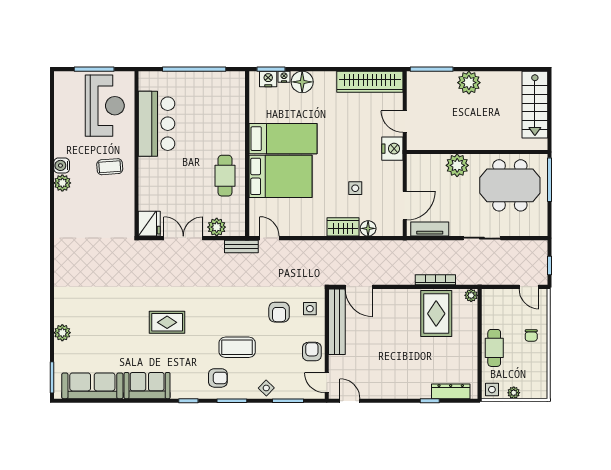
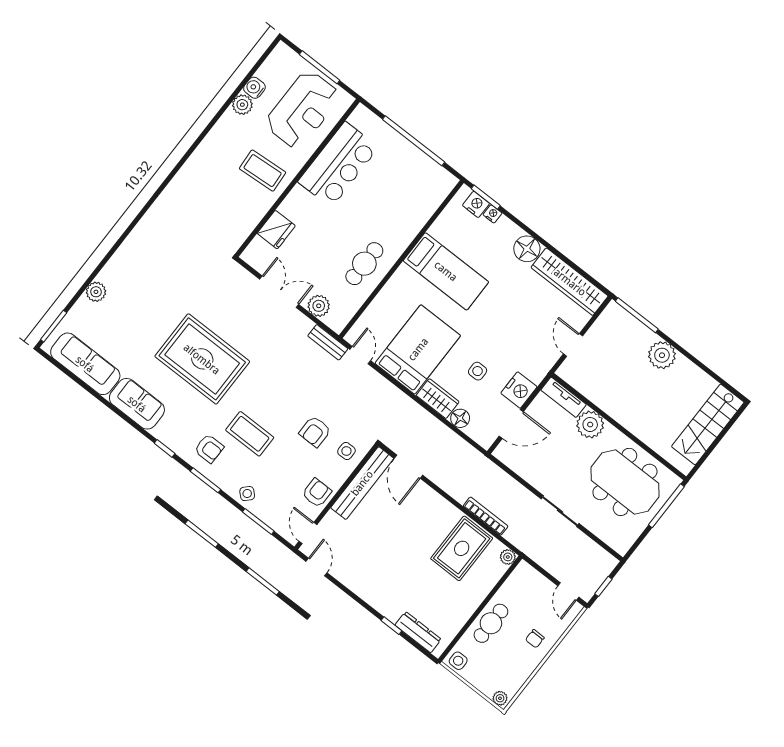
floor lamp: (302, 82) -> (527, 249), moved
nightstand: (392, 149) -> (519, 390), moved
water cooler: (62, 165) -> (254, 88), moved
coffee table: (110, 167) -> (263, 171), width x1.36, depth x1.30
bed: (280, 176) -> (418, 349), moved, turned -90
plant: (62, 183) -> (242, 105), moved
fridge: (149, 224) -> (276, 230), moved
tv unit: (430, 229) -> (564, 397), moved, turned 180
rug: (167, 322) -> (202, 359), width x1.86, depth x2.06
plant: (514, 393) -> (500, 698), moved

